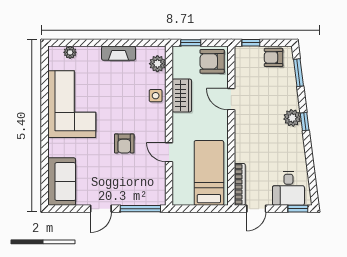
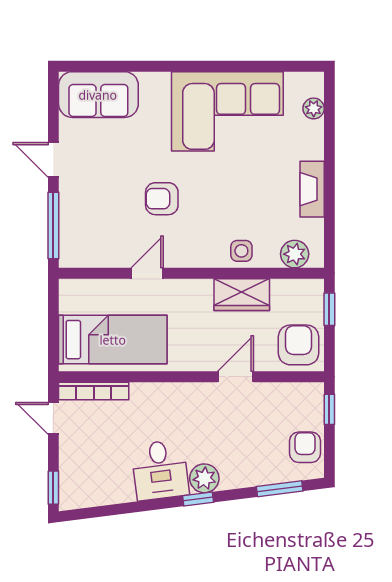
desk: (288, 188) -> (160, 470), moved, turned -97

